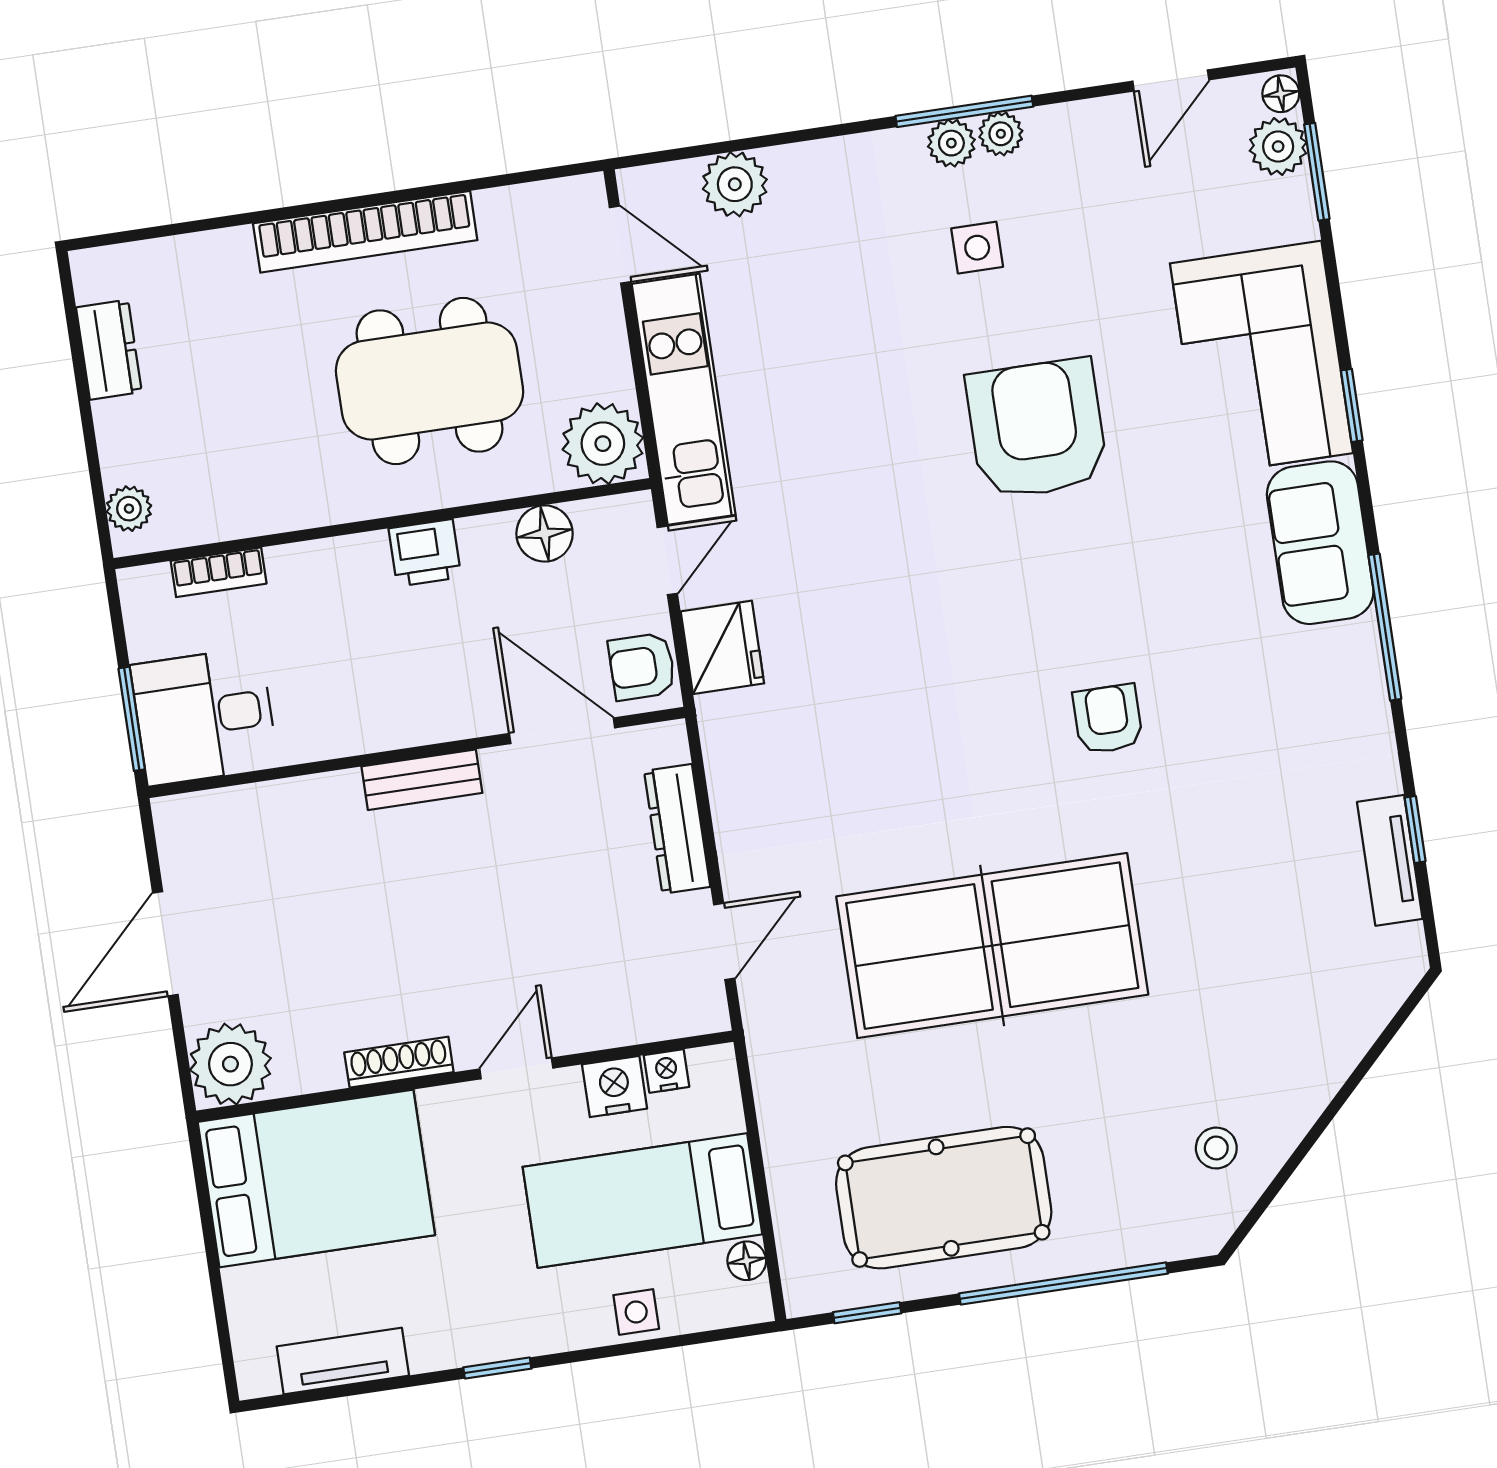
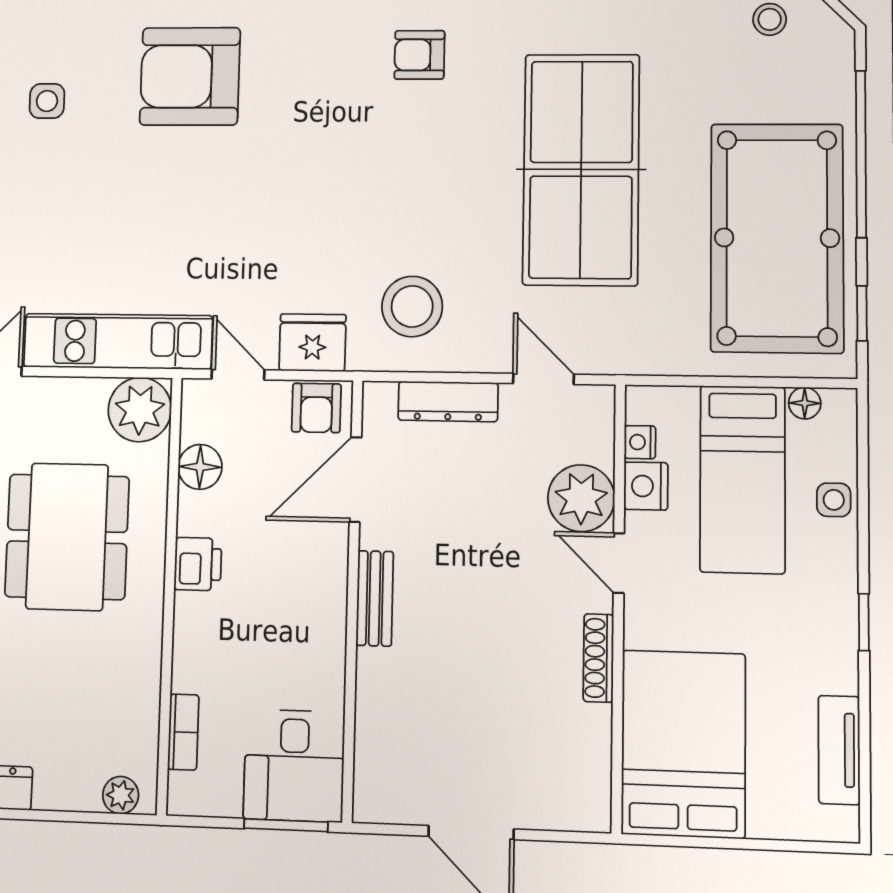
stool: (788, 764) -> (412, 306), added
plant: (230, 1064) -> (581, 498), moved
pool table: (944, 1198) -> (777, 238), width x1.36, depth x1.32

